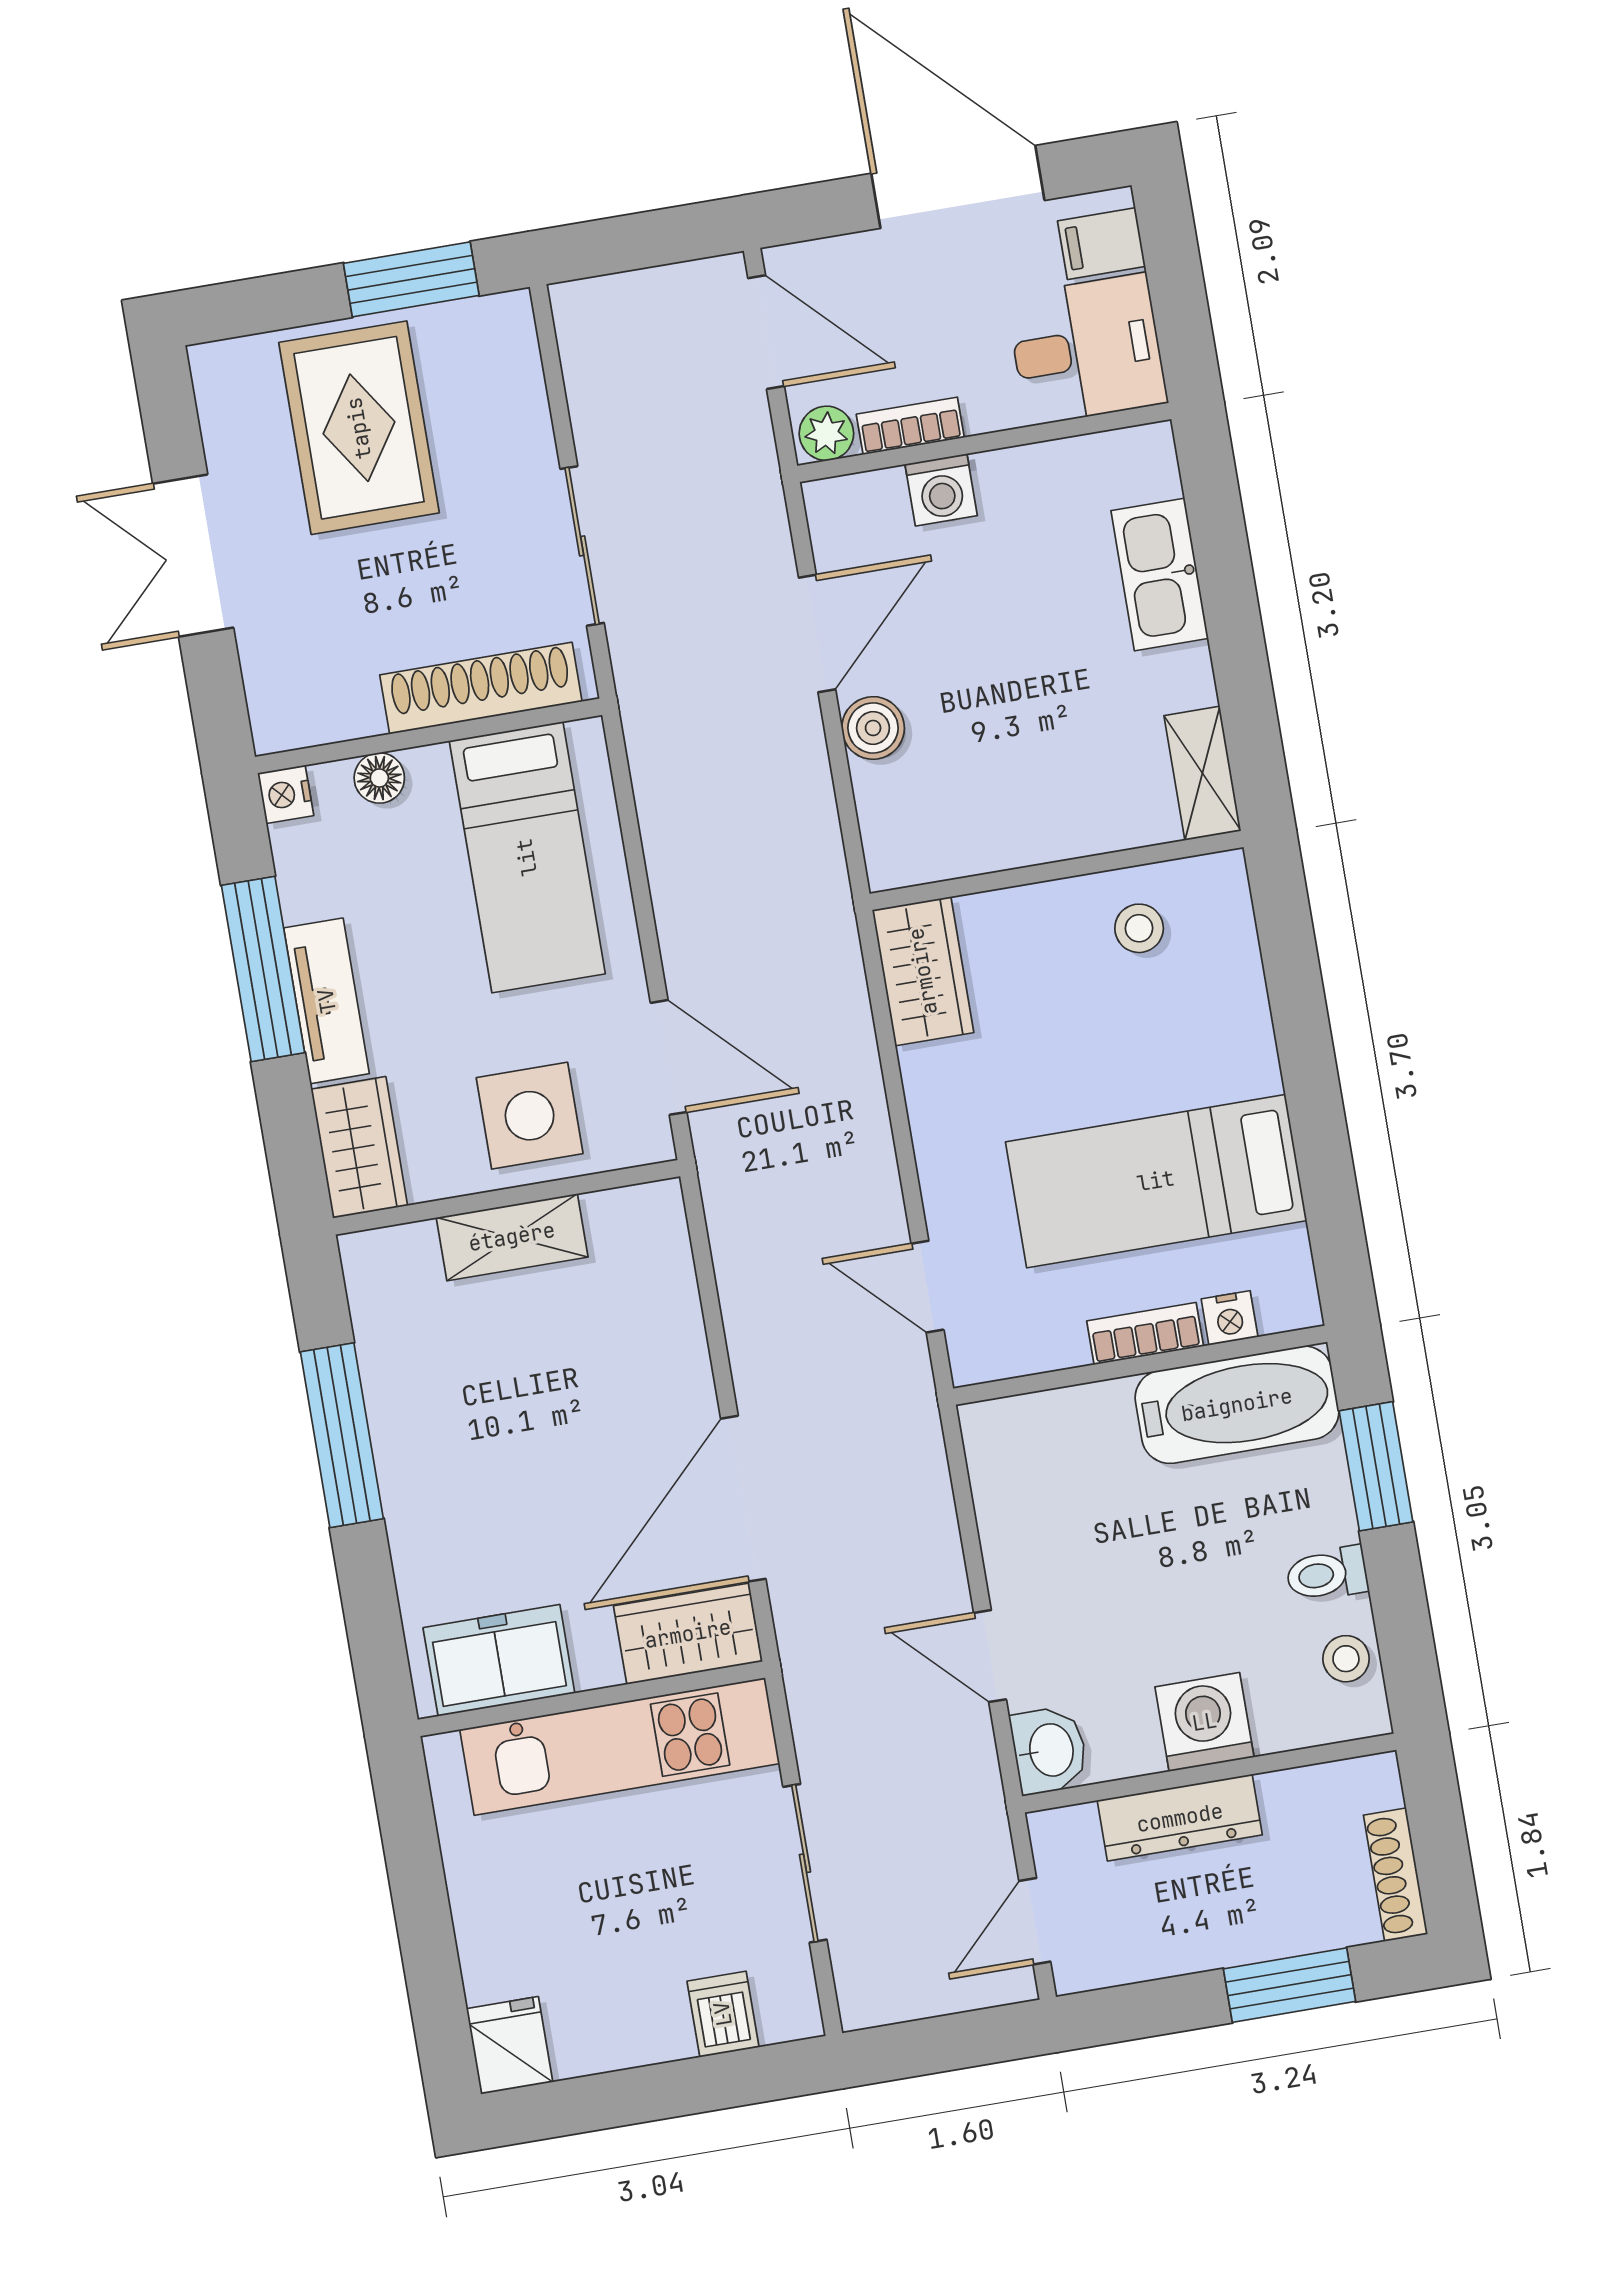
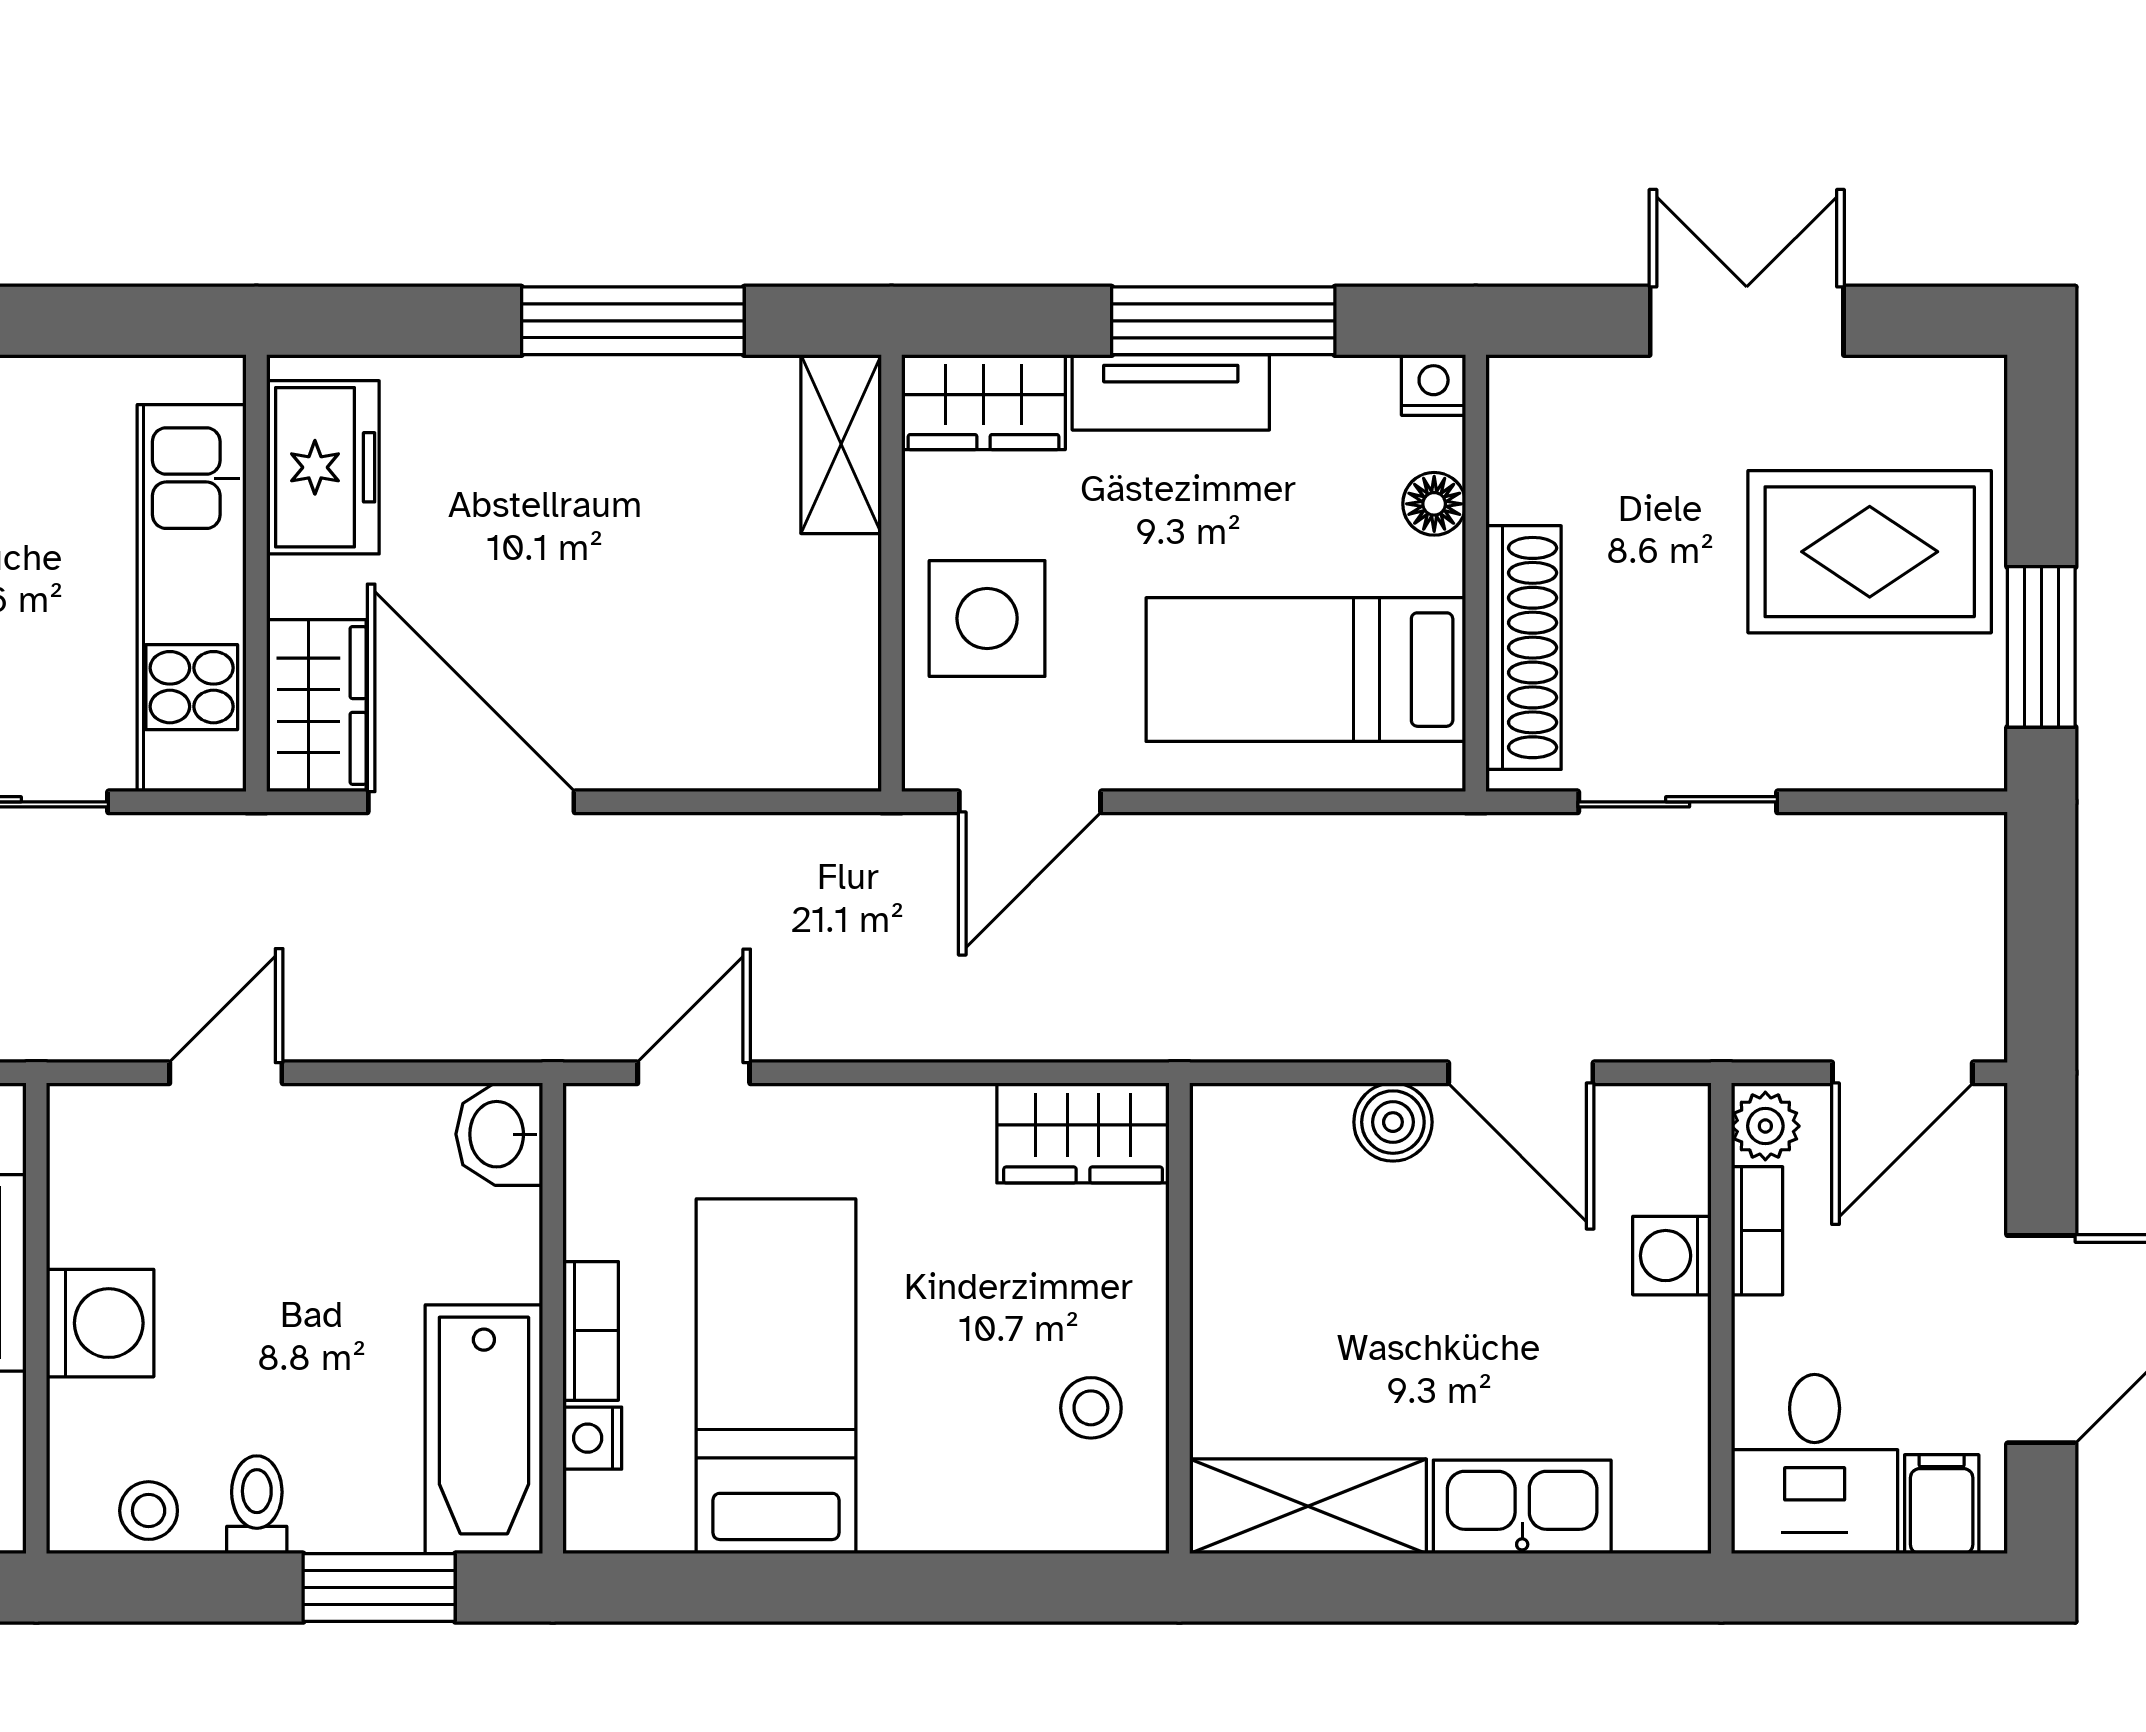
shelving: (1202, 773) -> (1308, 1506), width x1.50, depth x1.33
shelving: (512, 1237) -> (841, 444), moved
washbasin: (1049, 1750) -> (499, 1134), moved, turned 90

